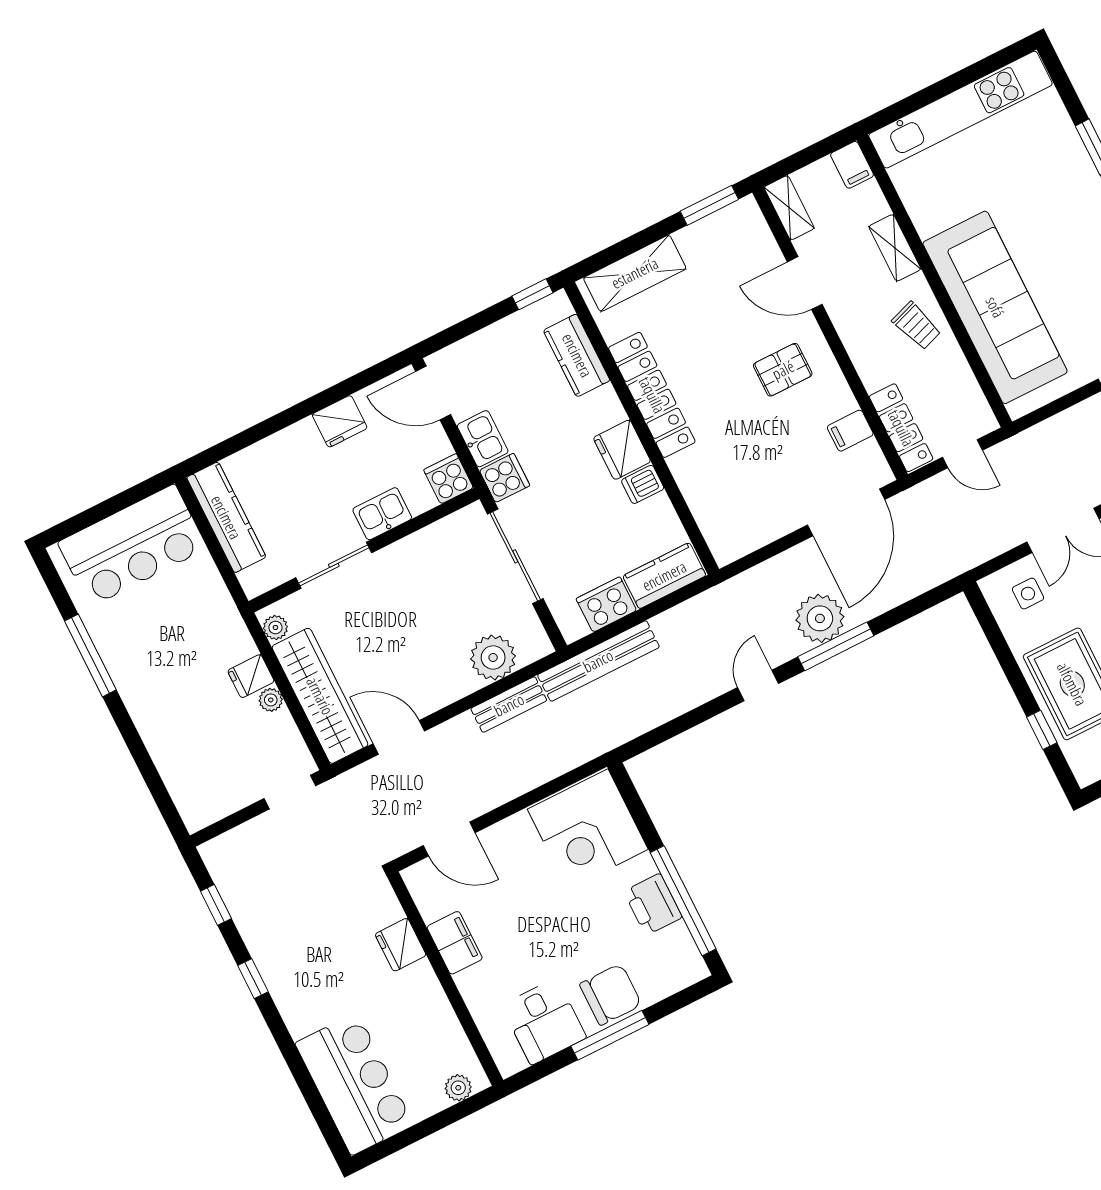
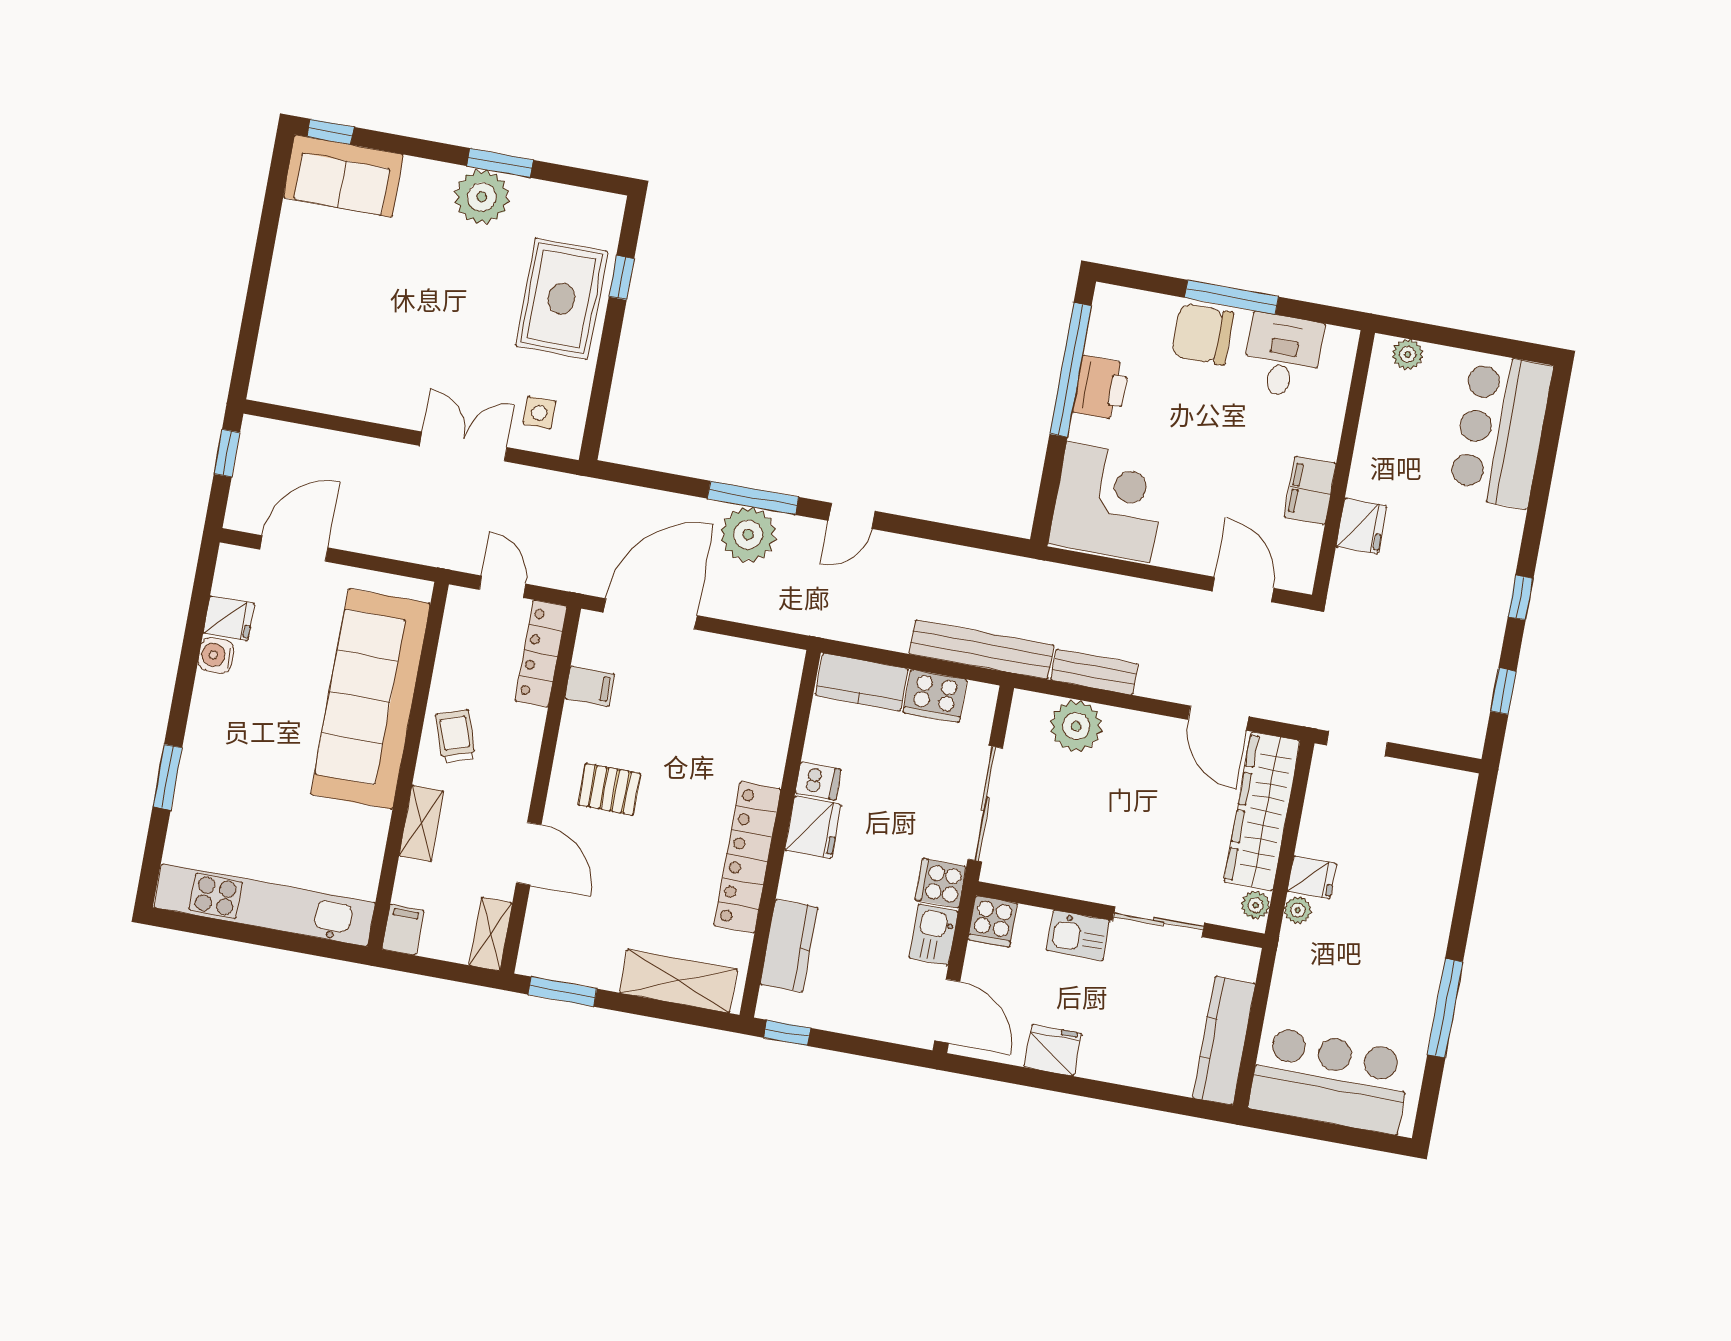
plant: (271, 700) -> (1298, 910), moved

